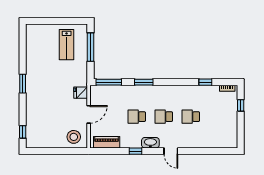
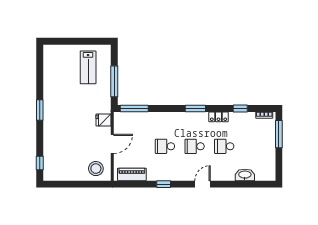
window: (91, 47) -> (114, 81), moved
window: (144, 82) -> (195, 108), moved
locker: (186, 90) -> (218, 117), added
window: (241, 105) -> (279, 134), width x2.17
washbasin: (150, 143) -> (245, 175), moved
door: (171, 151) -> (202, 184), swing flipped

